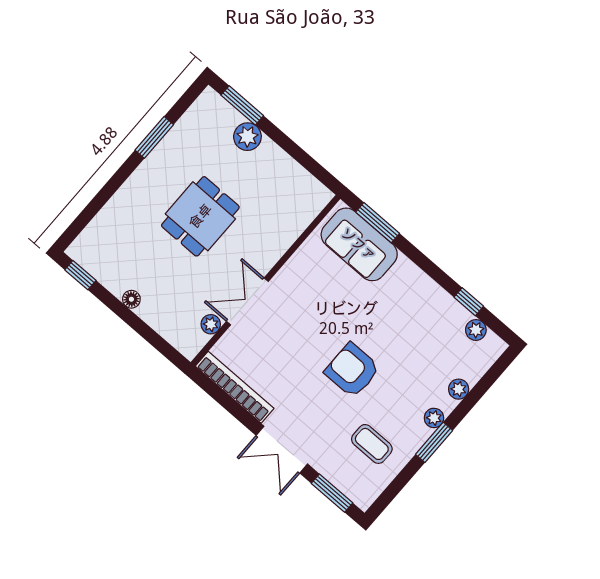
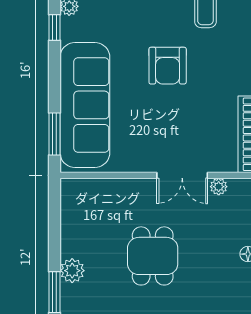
dining table: (200, 216) -> (153, 256), turned 90
sofa: (359, 244) -> (85, 105), width x1.85, depth x1.27

